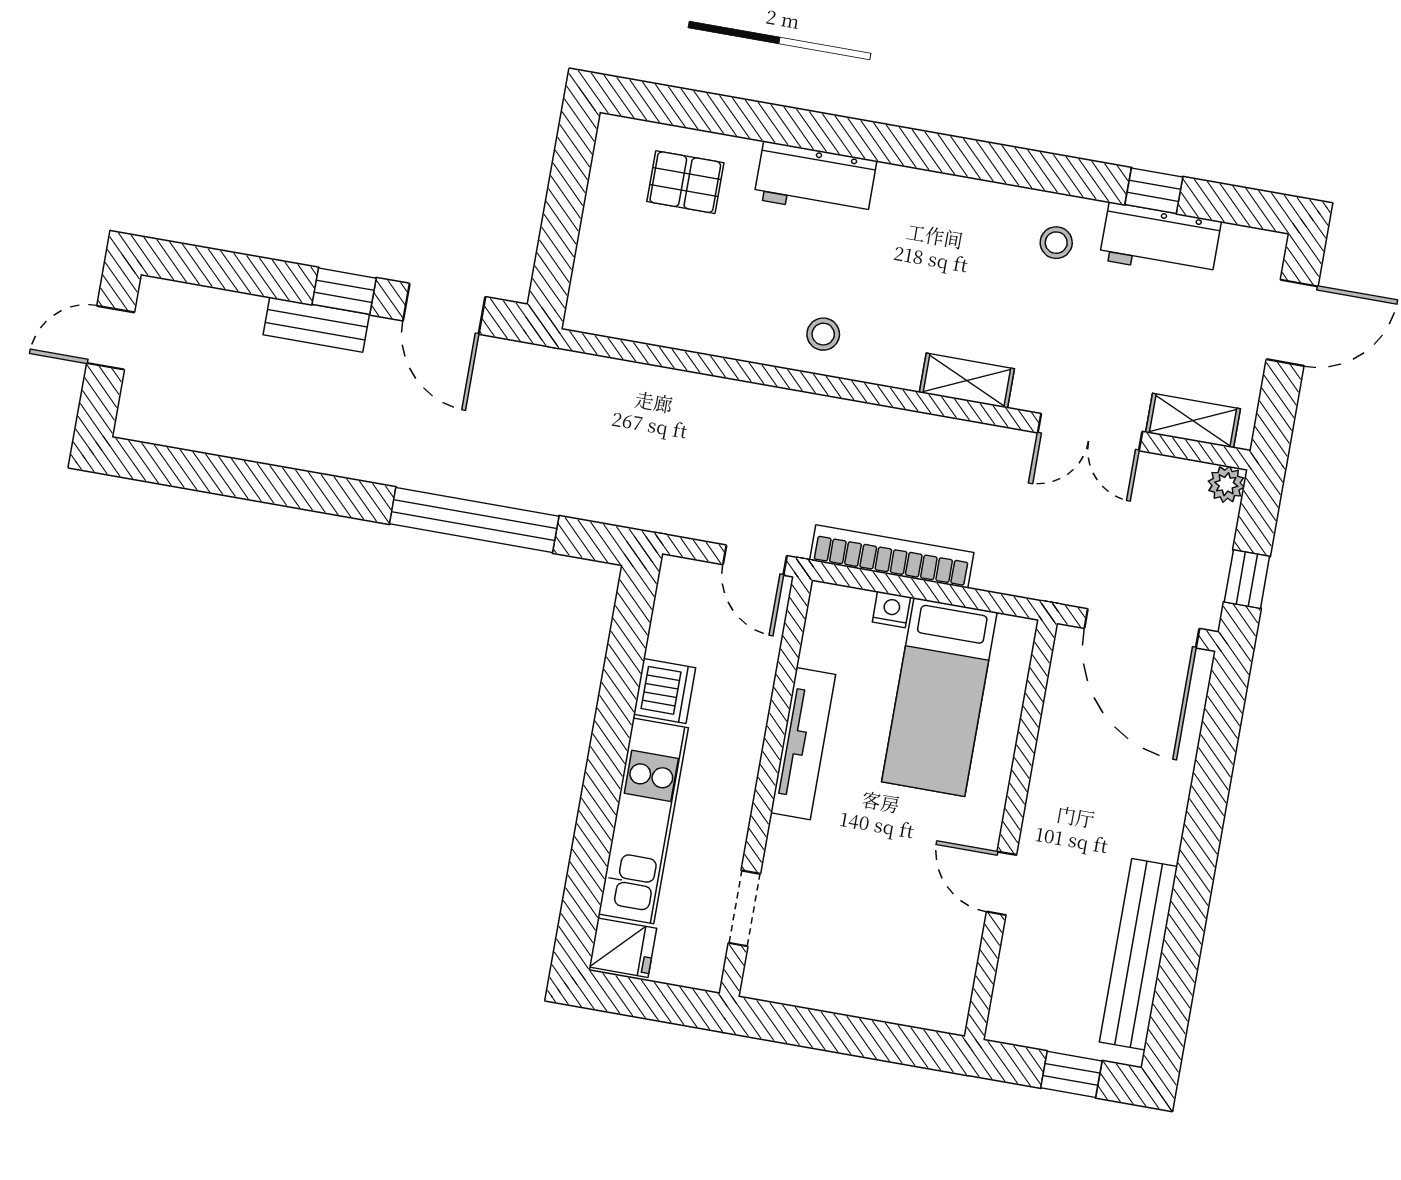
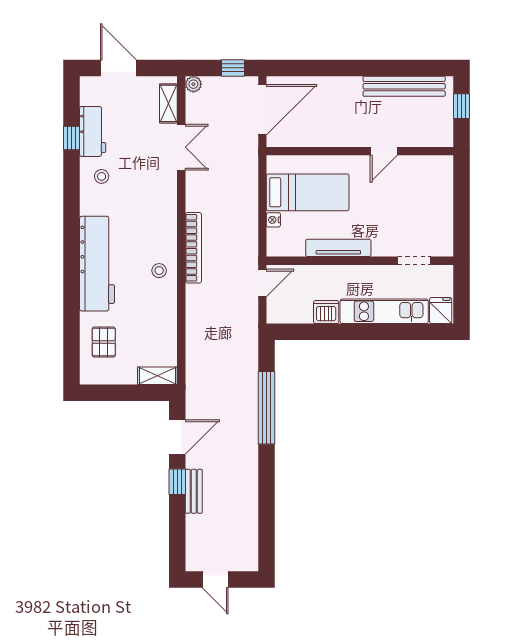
workbench: (815, 180) -> (97, 264), width x1.88, depth x1.32
shelving: (967, 381) -> (157, 376), moved, turned 90
bookcase: (892, 556) -> (193, 248), moved, turned 180

